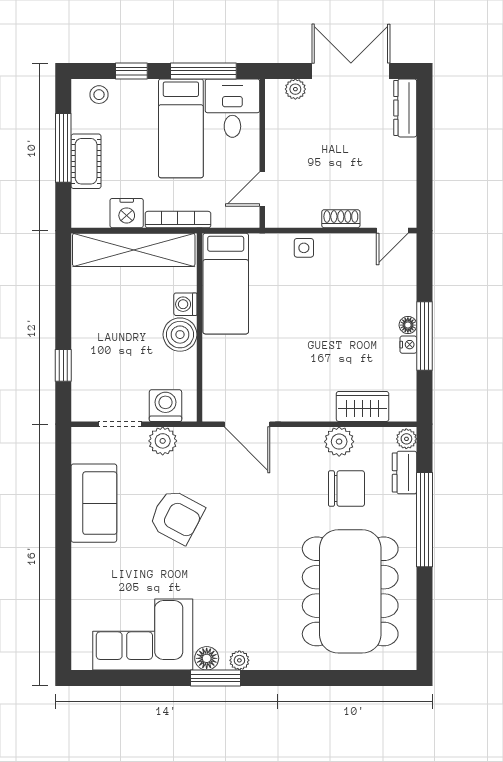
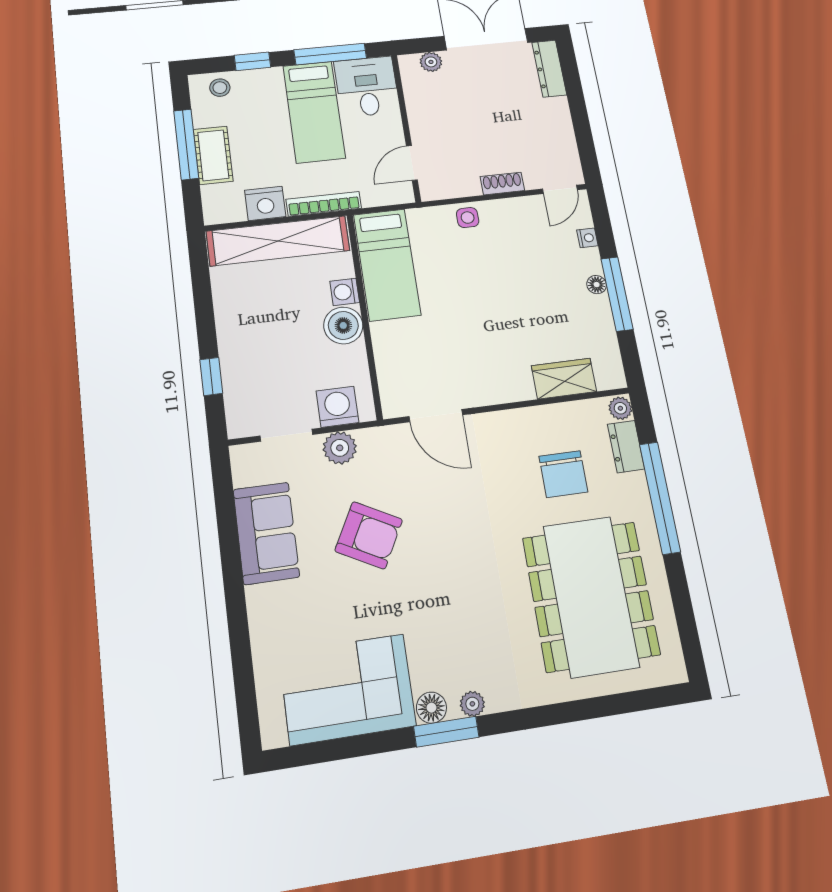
nightstand: (408, 345) -> (587, 238), moved
plant: (339, 442) -> (545, 421), removed
chair: (346, 489) -> (563, 474), turned 90

